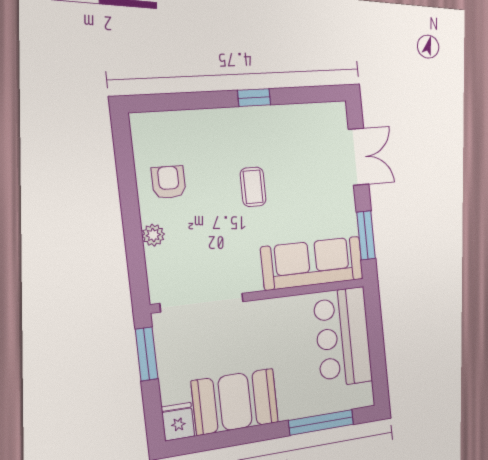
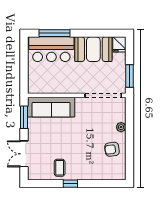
armchair: (169, 182) -> (112, 149), turned 82
coffee table: (253, 187) -> (60, 168), moved
bar counter: (343, 337) -> (51, 49), moved, turned 90

